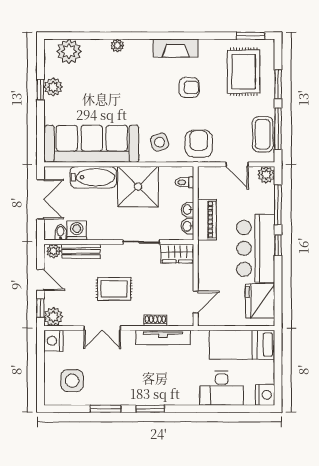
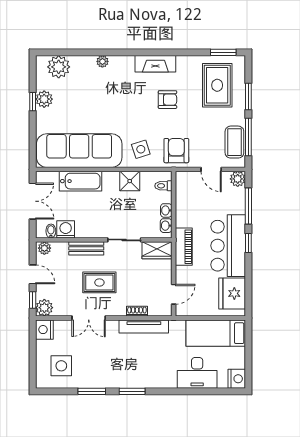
shower: (138, 187) -> (130, 181), width x0.54, depth x0.54
piano: (207, 220) -> (184, 247), moved
bench: (81, 251) -> (86, 248), moved

